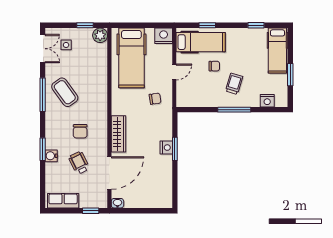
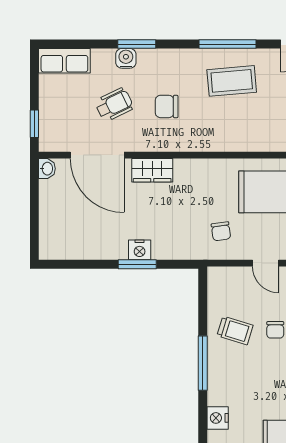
trolley: (234, 84) -> (235, 331), moved
coffee table: (65, 92) -> (232, 81), turned 31
wardrobe: (118, 134) -> (152, 170), width x0.67
row of seats: (63, 201) -> (64, 61), moved, turned 90

